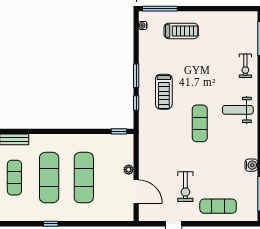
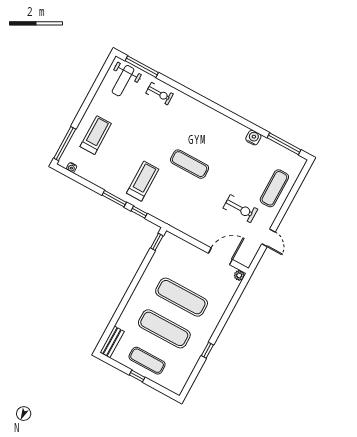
treadmill: (164, 92) -> (143, 181), turned -90
weight bench: (238, 110) -> (123, 81), moved
plant: (129, 170) -> (239, 275), moved

